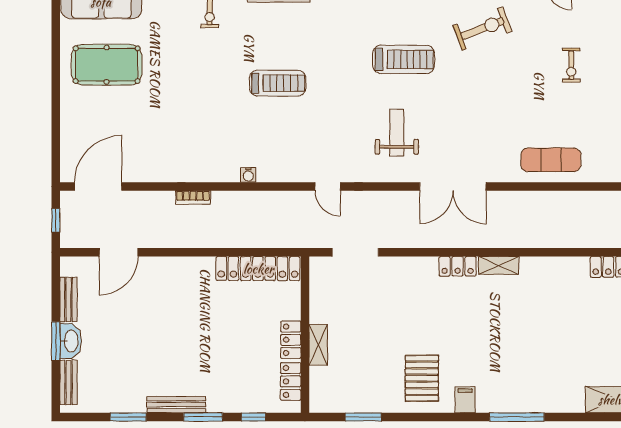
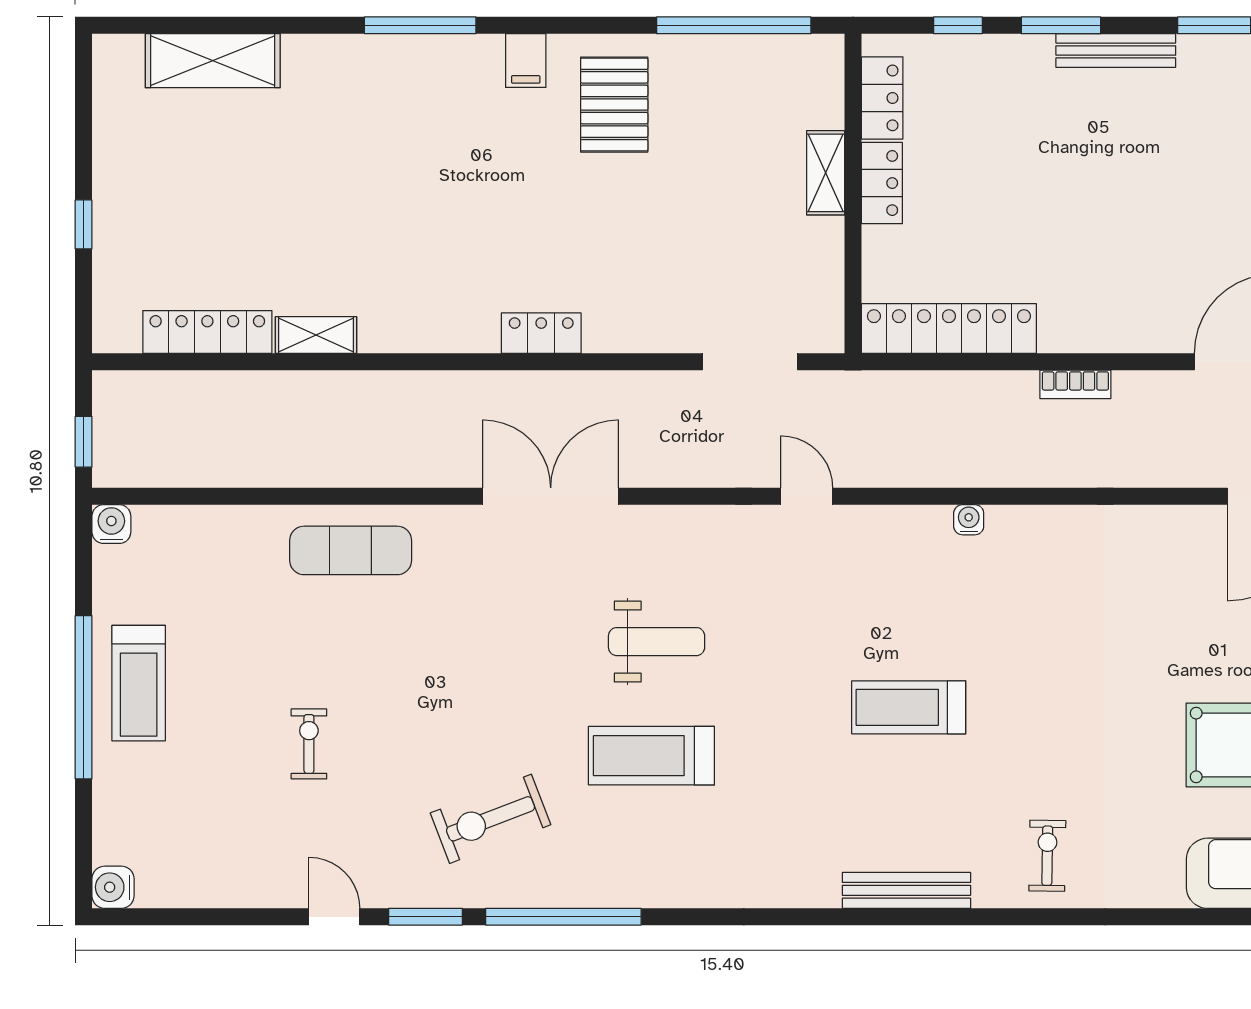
weight bench: (397, 133) -> (657, 642), moved, turned -90
bookcase: (193, 198) -> (1075, 384), moved, turned 180
shelving: (499, 265) -> (316, 335), moved
window: (363, 417) -> (734, 25), width x2.11

